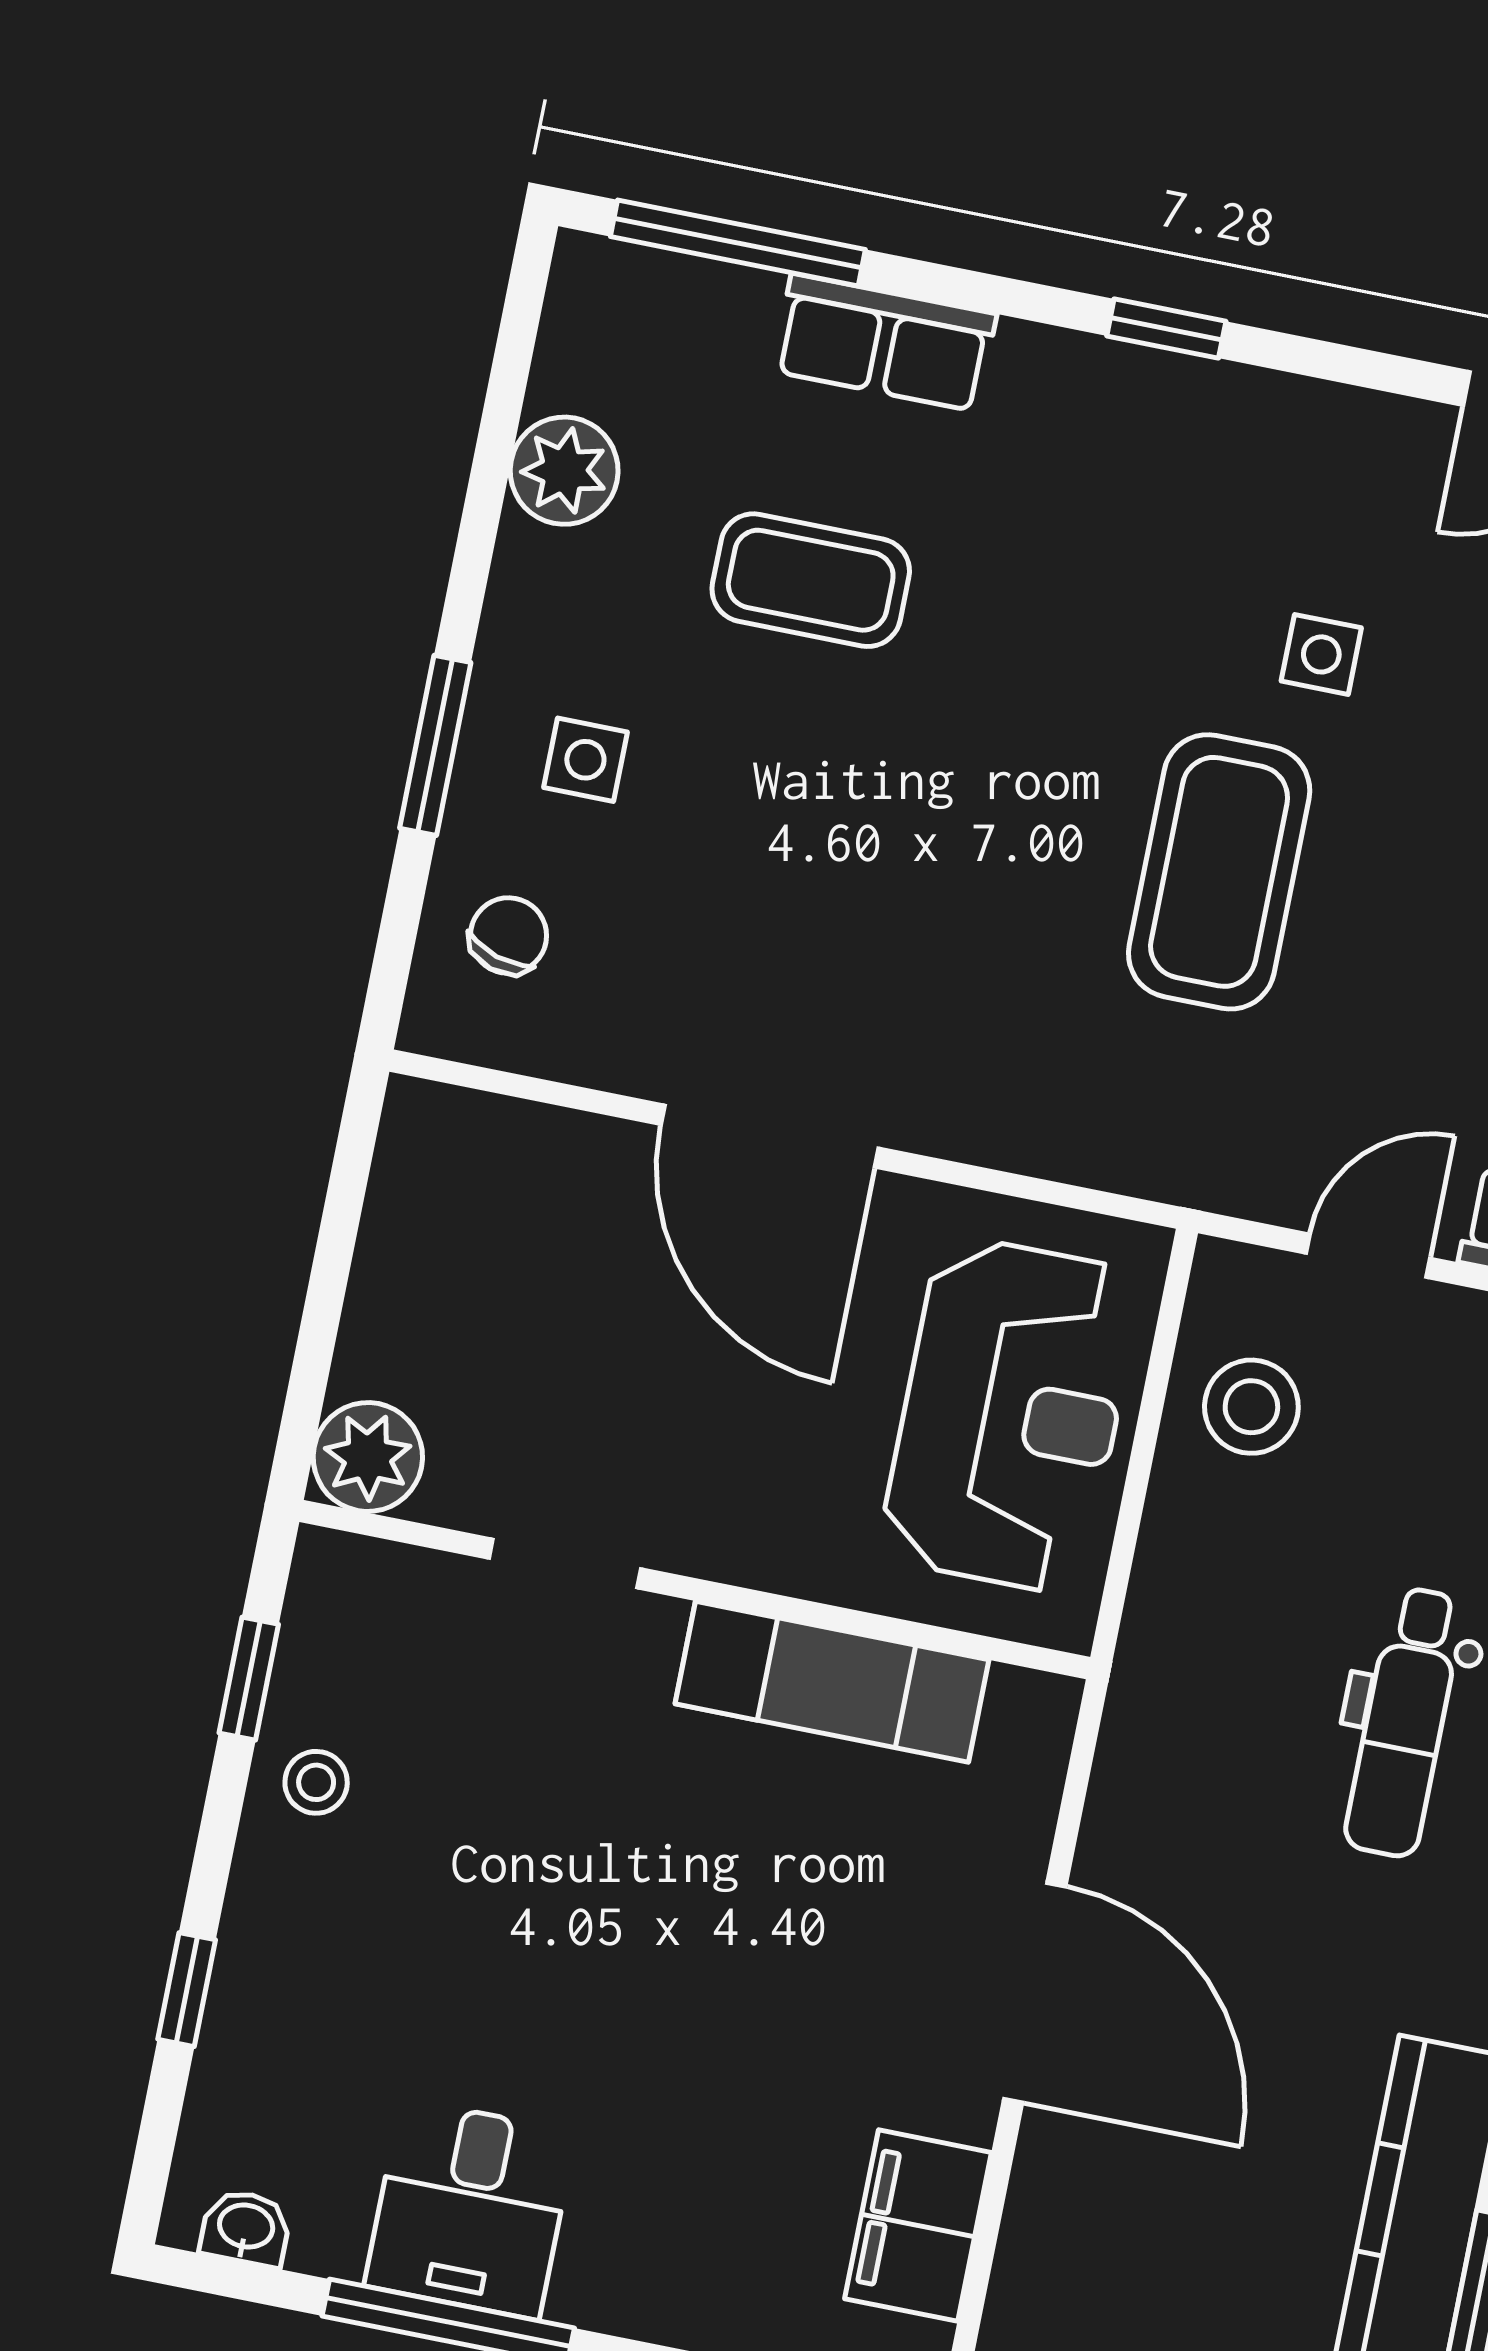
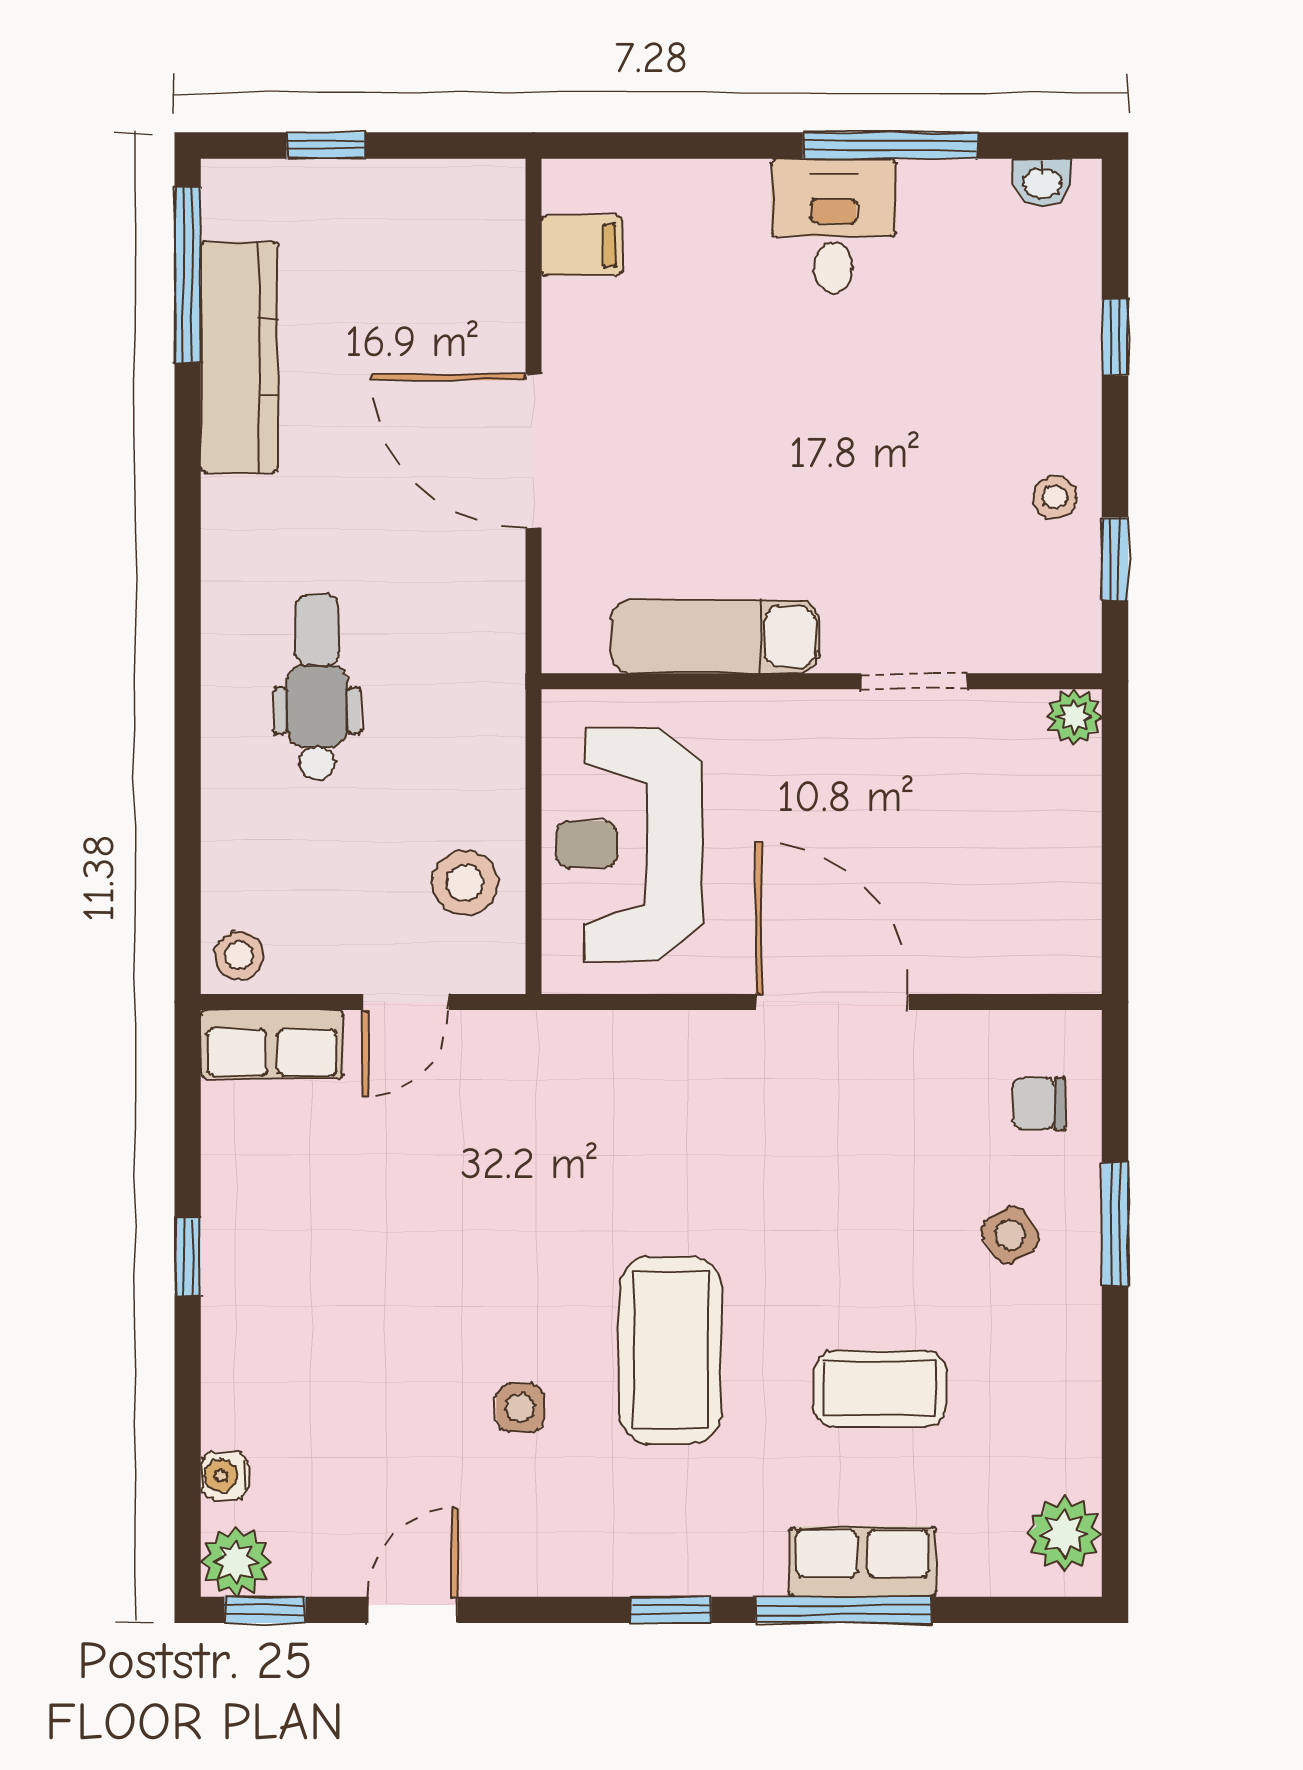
window: (738, 243) -> (843, 1610), moved
plant: (564, 471) -> (1064, 1534), moved
side table: (585, 760) -> (1010, 1235), turned -32
coffee table: (1219, 872) -> (670, 1350), moved
chair: (508, 936) -> (1039, 1104), turned 73
plant: (368, 1457) -> (1074, 717), width x0.73, depth x0.73
desk: (470, 2209) -> (834, 226), moved
filing cabinet: (918, 2226) -> (581, 246), width x0.50

